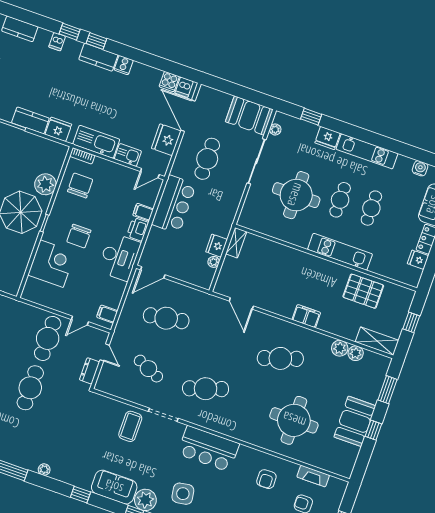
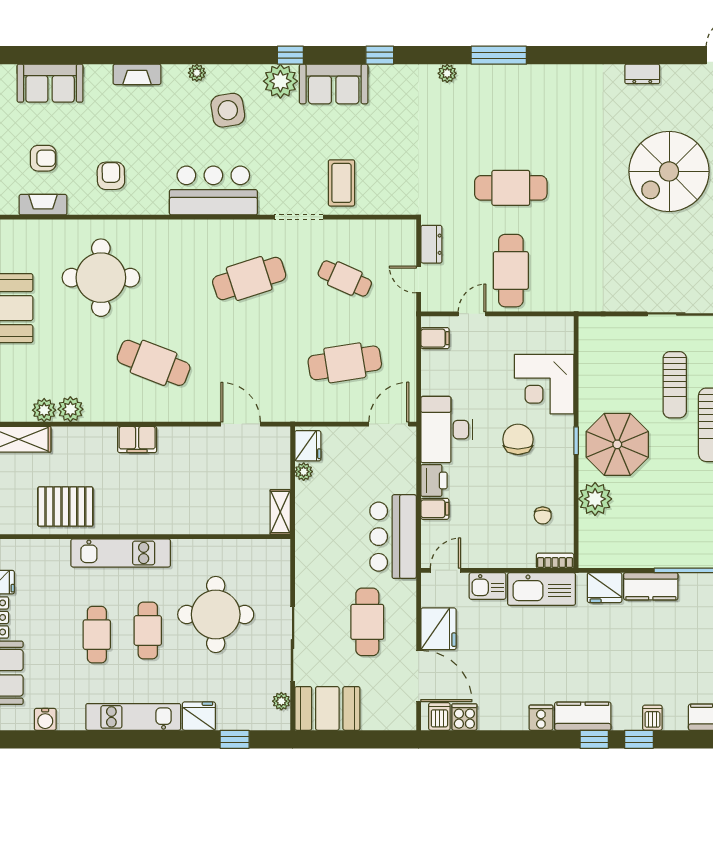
chair: (80, 185) -> (543, 515), width x0.54, depth x0.54
fridge: (217, 246) -> (308, 446), moved
cafe table: (280, 358) -> (154, 363), turned 39
cafe table: (30, 388) -> (511, 188), turned 90

